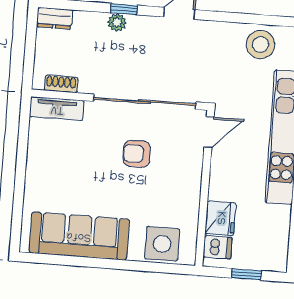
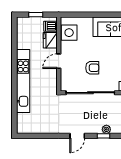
stool: (260, 45) -> (38, 124), removed
door: (209, 132) -> (59, 61), moved
side table: (162, 244) -> (69, 33), moved

